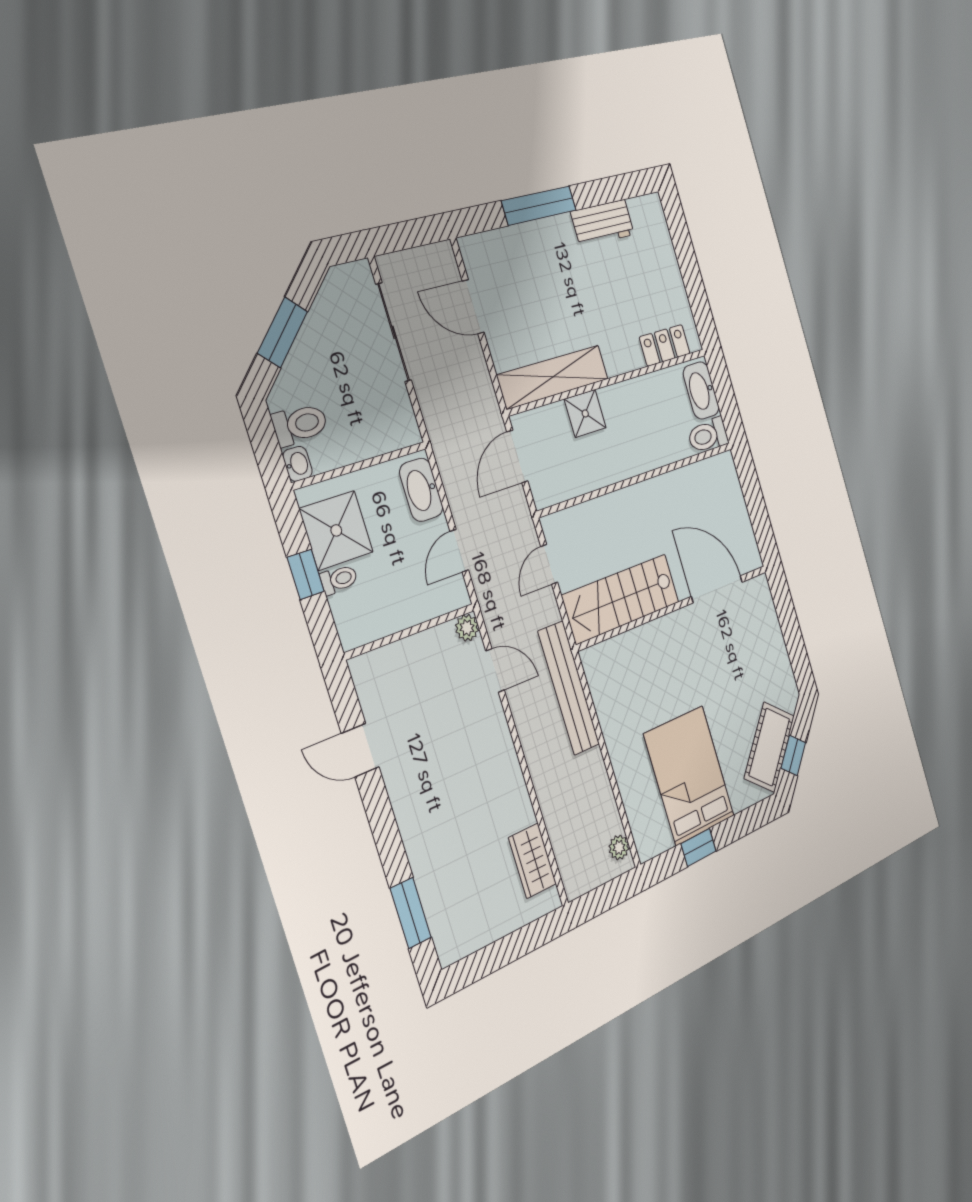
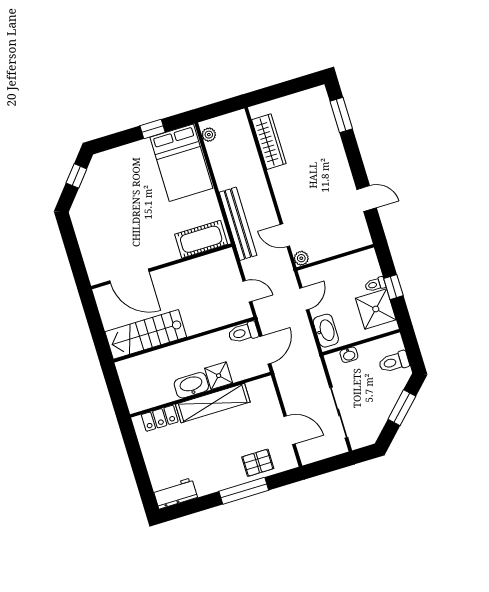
workbench: (603, 223) -> (175, 493), moved
pallet: (520, 253) -> (258, 463), added
shelving: (553, 377) -> (213, 403), moved
washbasin: (701, 390) -> (191, 385), moved, turned -90
toilet: (708, 435) -> (243, 333), moved, turned 180
washbasin: (298, 464) -> (349, 355), moved, turned -90
door: (549, 564) -> (247, 291), hinge flipped
stairs: (621, 599) -> (146, 334), moved, turned 180
cot: (769, 747) -> (201, 239), moved, turned 50
bed: (689, 775) -> (181, 163), moved
wardrobe: (532, 861) -> (269, 142), width x1.50

